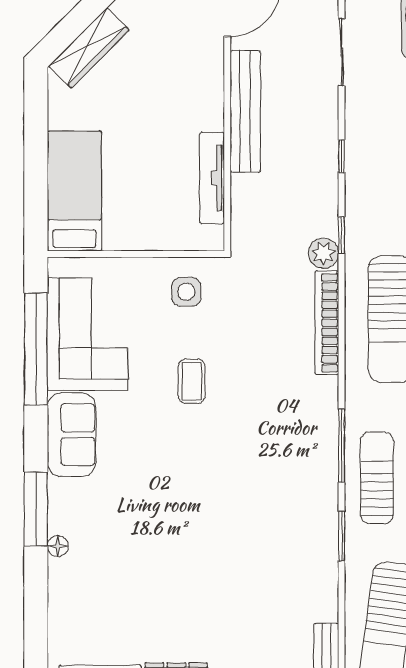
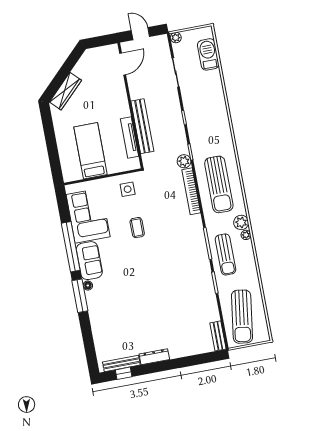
bench: (245, 111) -> (142, 126), moved
bed: (74, 191) -> (90, 151), moved
window: (36, 349) -> (71, 247), moved
sun lounger: (377, 478) -> (225, 254), turned 180
floor lamp: (58, 546) -> (88, 285), moved

